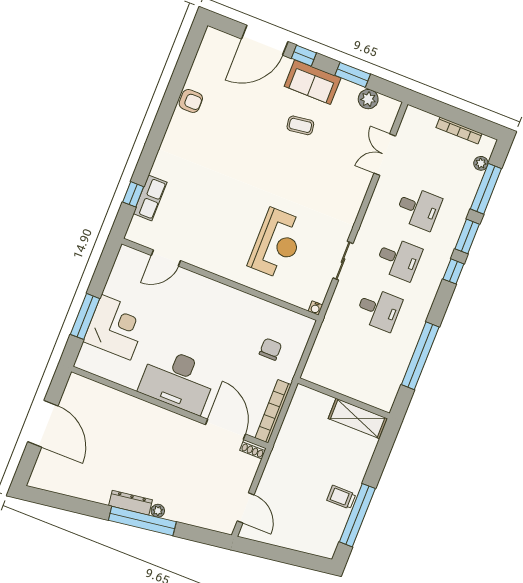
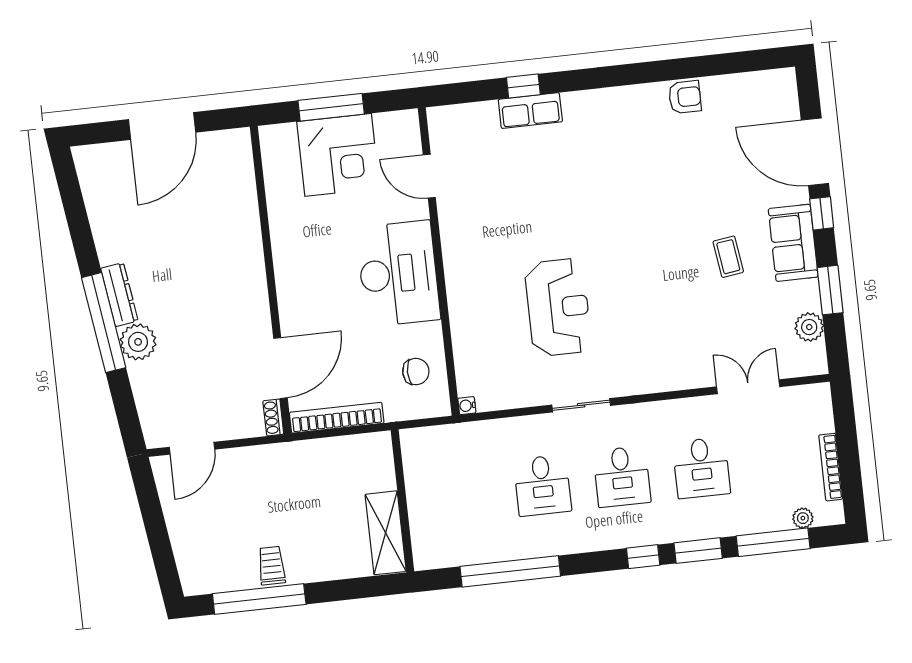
armchair: (191, 101) -> (685, 97), turned -90
reception desk: (277, 244) -> (558, 307), turned -90
door: (166, 258) -> (429, 176), moved
wall: (220, 279) -> (439, 261), moved
water cooler: (315, 308) -> (467, 406), moved
desk: (178, 380) -> (398, 274), moved, turned 180
plant: (158, 511) -> (138, 342), width x1.87, depth x1.87

